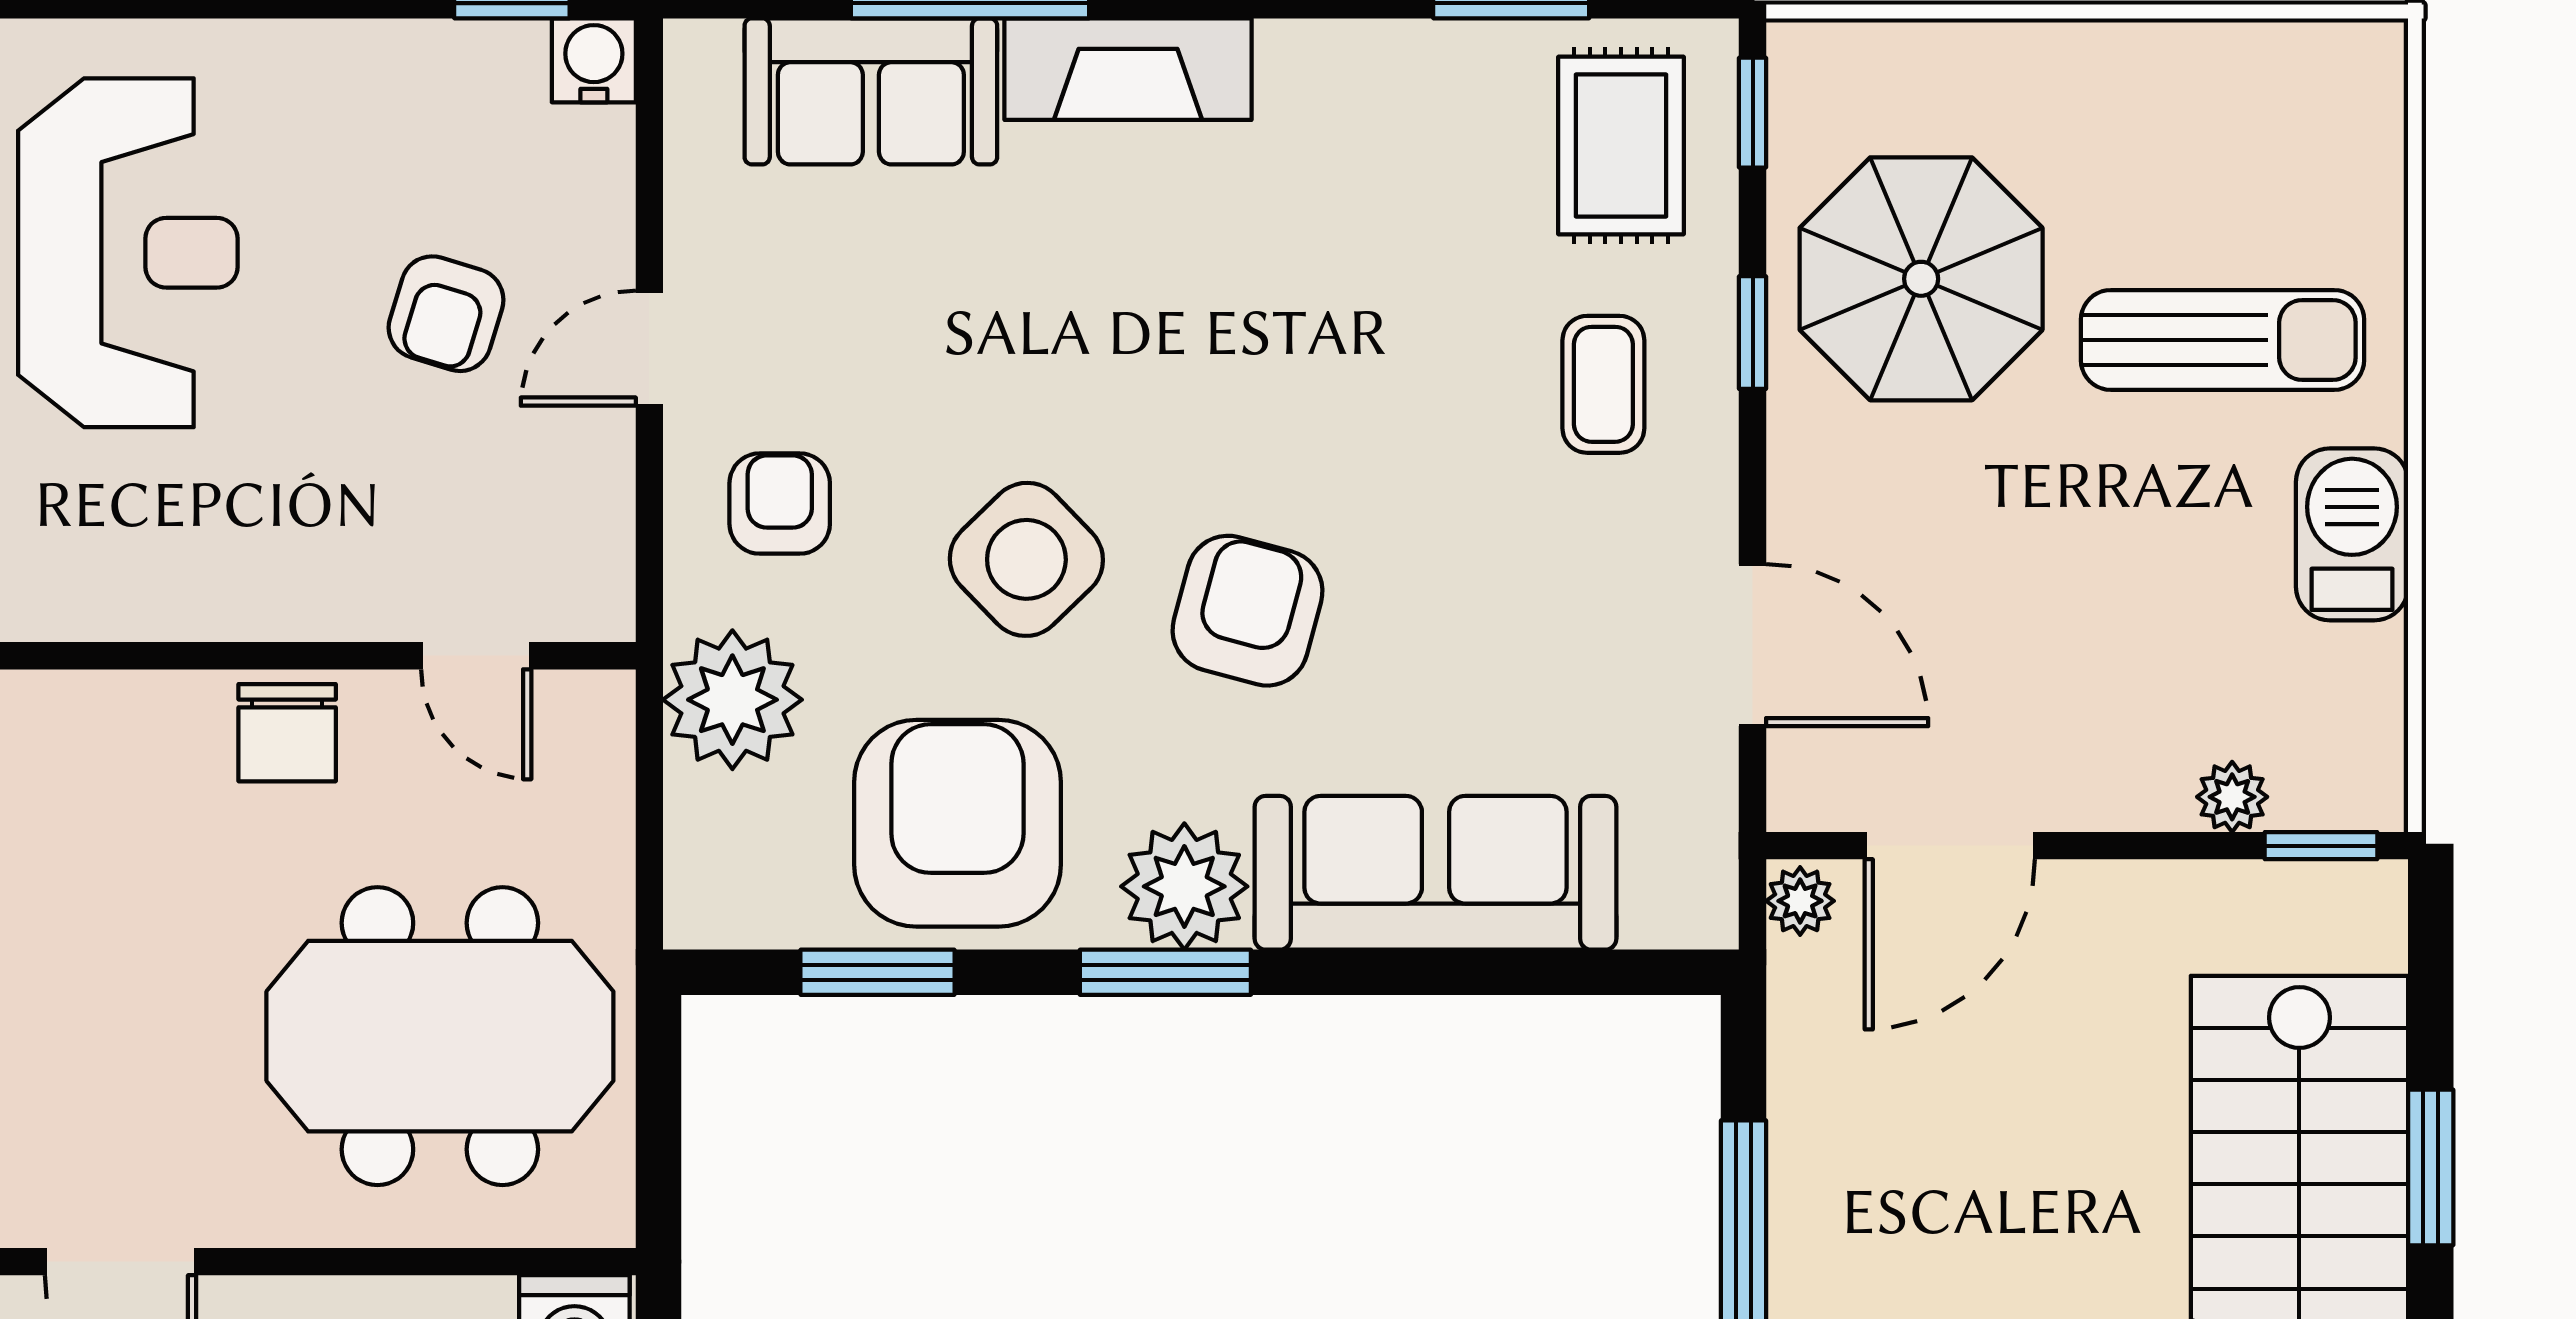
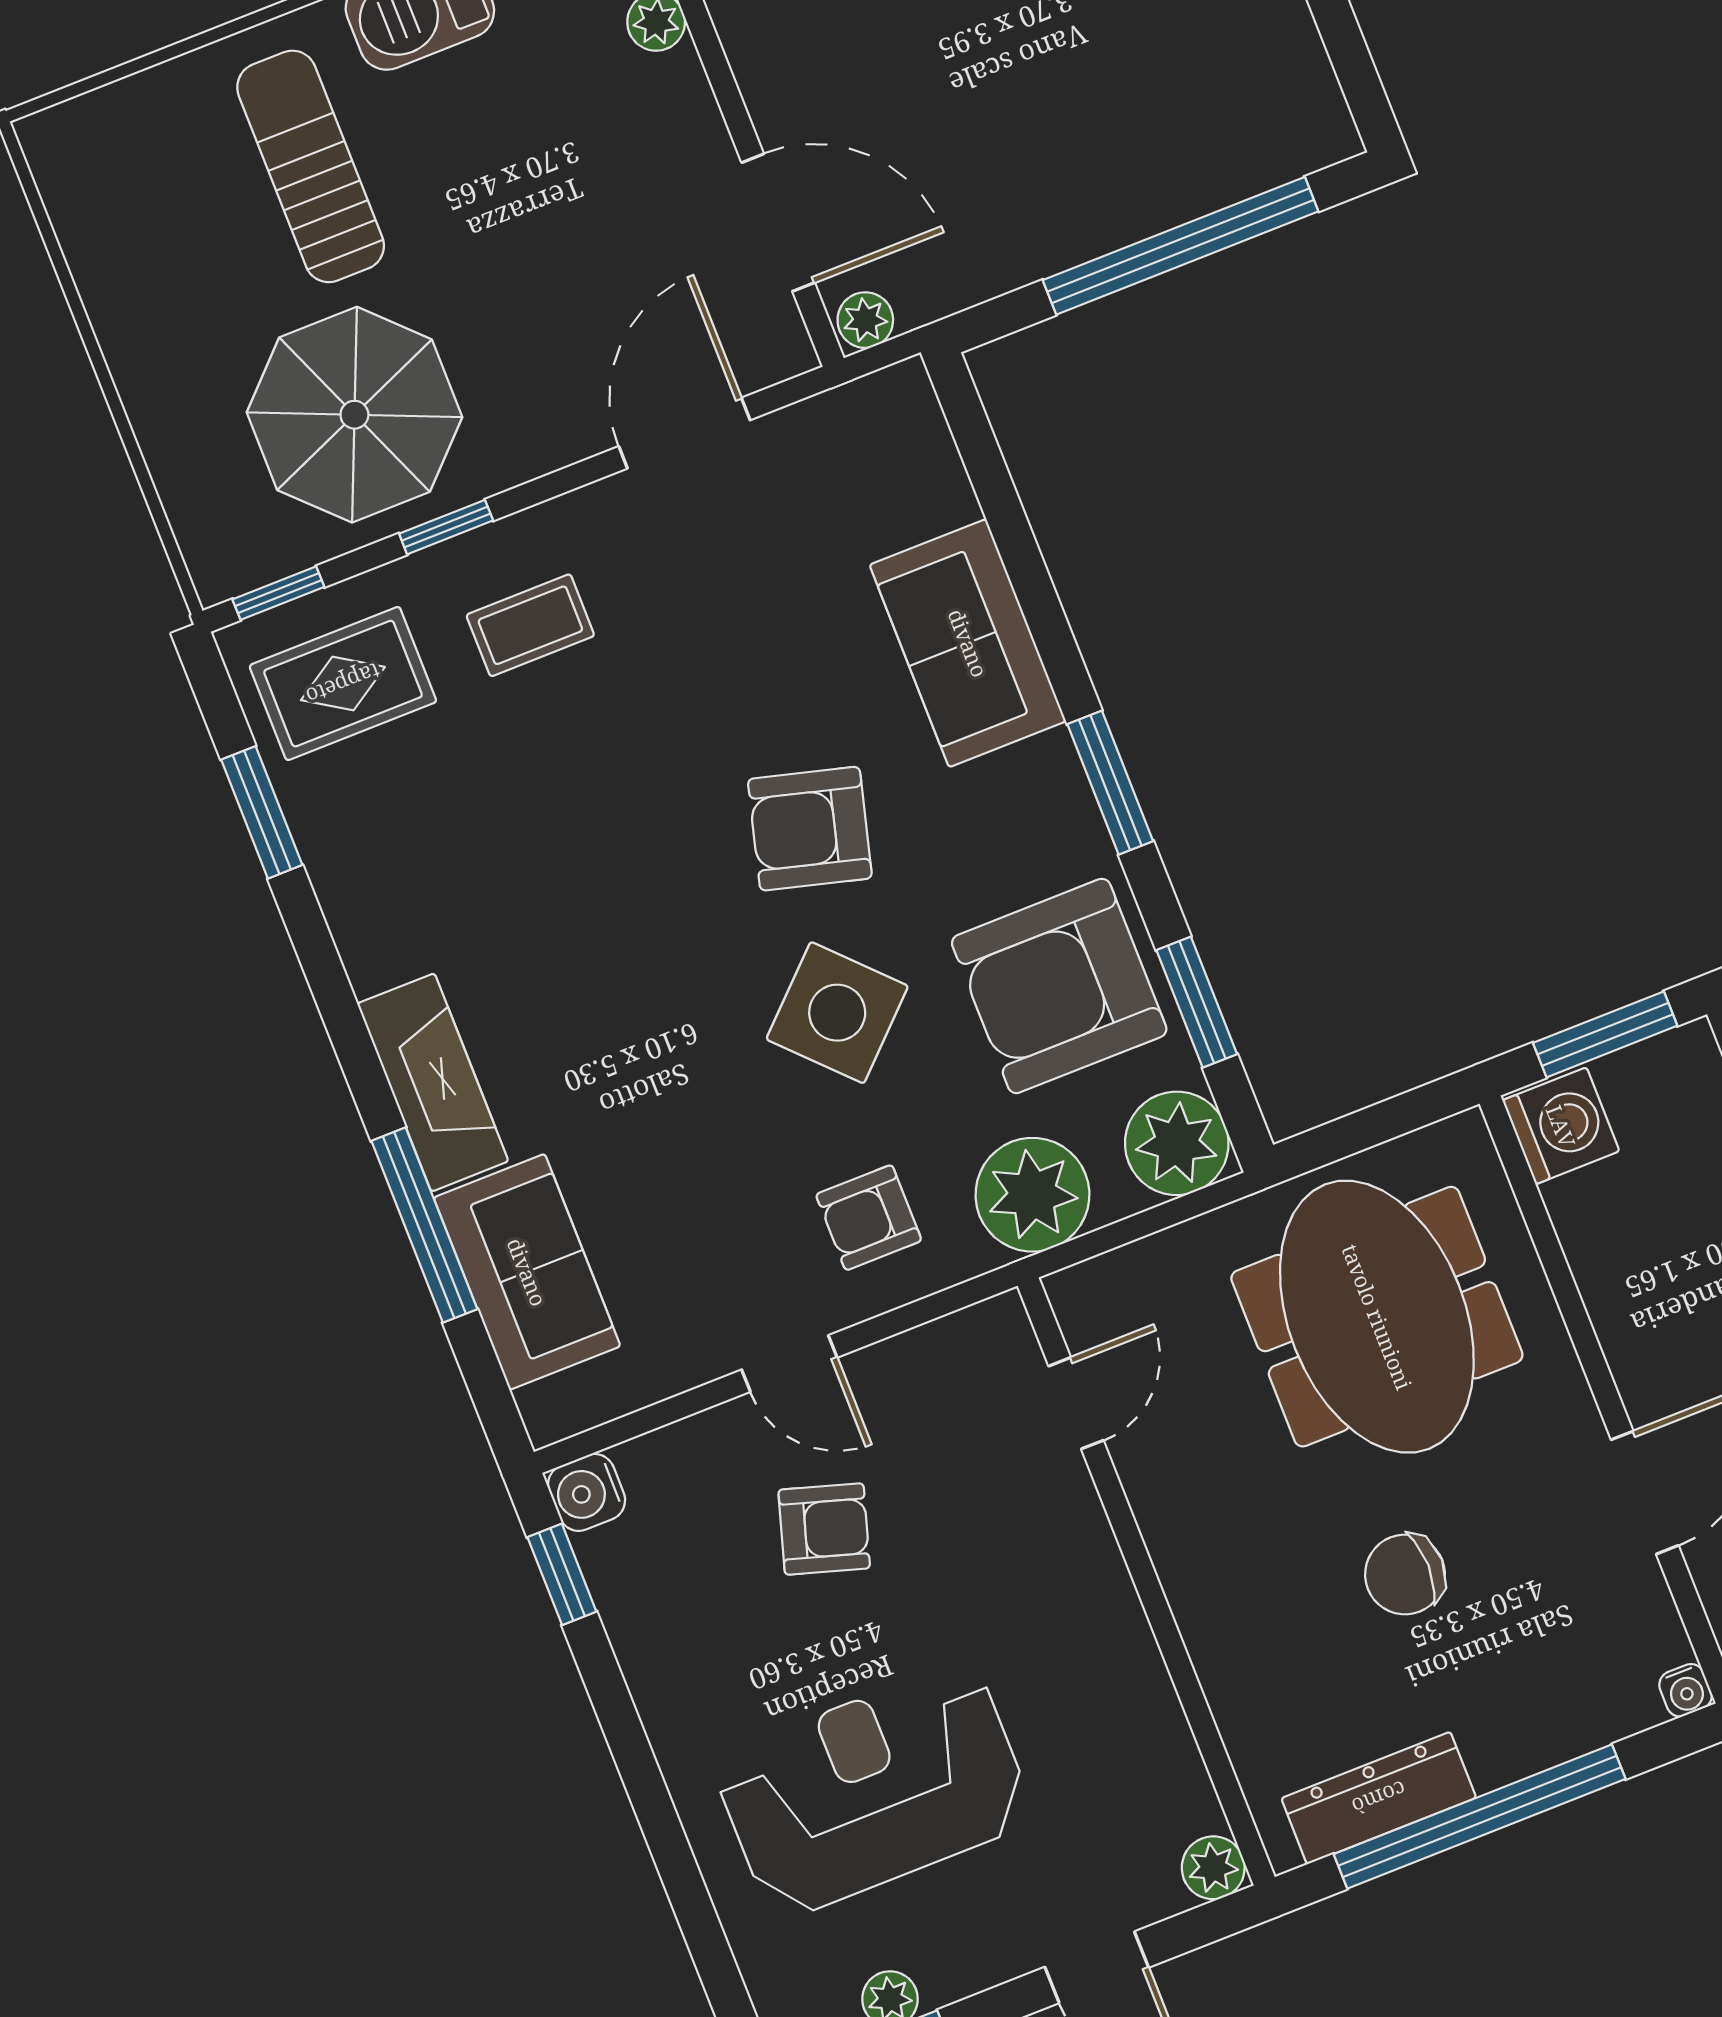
chair: (287, 733) -> (1405, 1574), moved, turned 180
sofa: (1436, 873) -> (968, 643), width x0.73
plant: (1184, 886) -> (1177, 1143), moved

